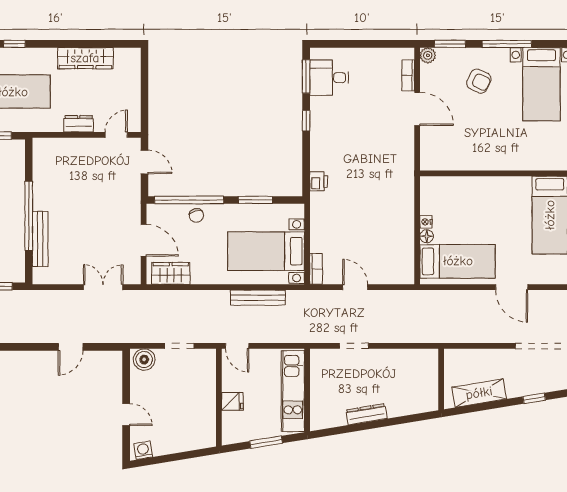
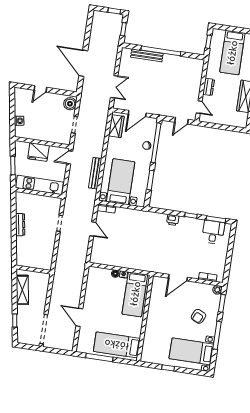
door: (417, 109) -> (178, 278), moved
printer: (319, 181) -> (173, 220), moved
bed: (458, 261) -> (135, 294), moved
door: (355, 287) -> (93, 229), hinge flipped
door: (512, 287) -> (79, 317), hinge flipped
door: (70, 347) -> (83, 63), width x1.88
fridge: (232, 401) -> (38, 152), width x1.88, depth x1.34
washing machine: (143, 450) -> (19, 121), moved

